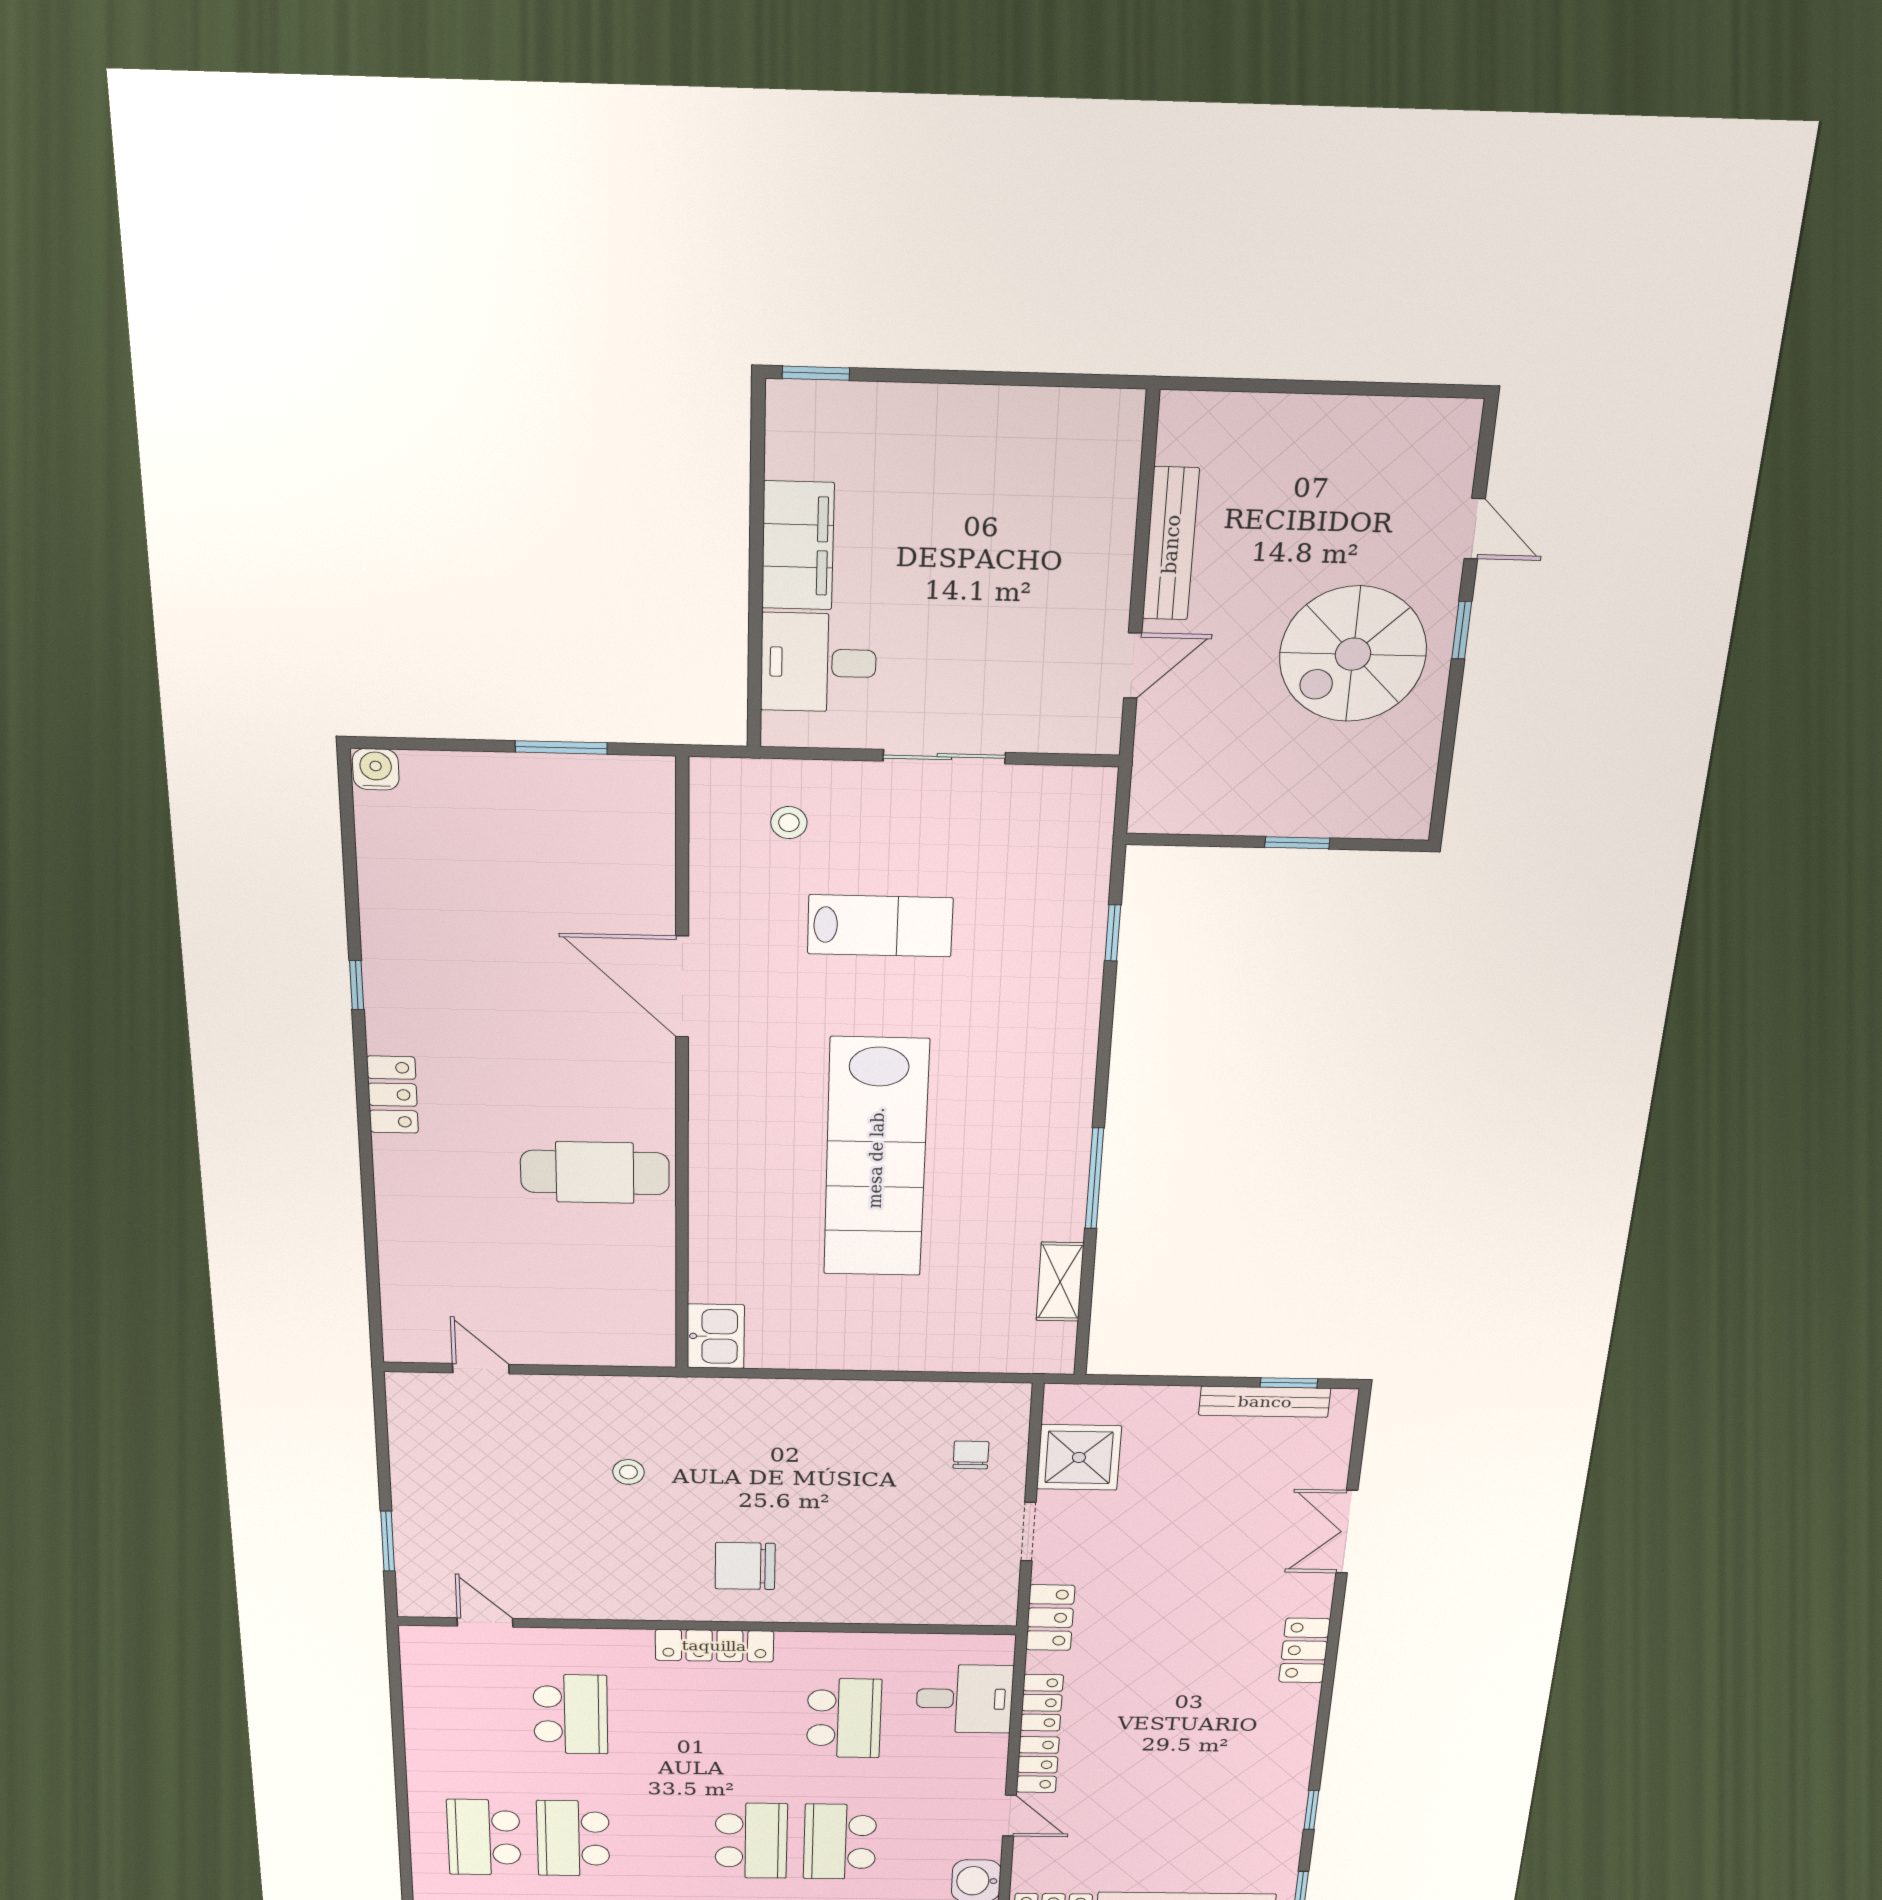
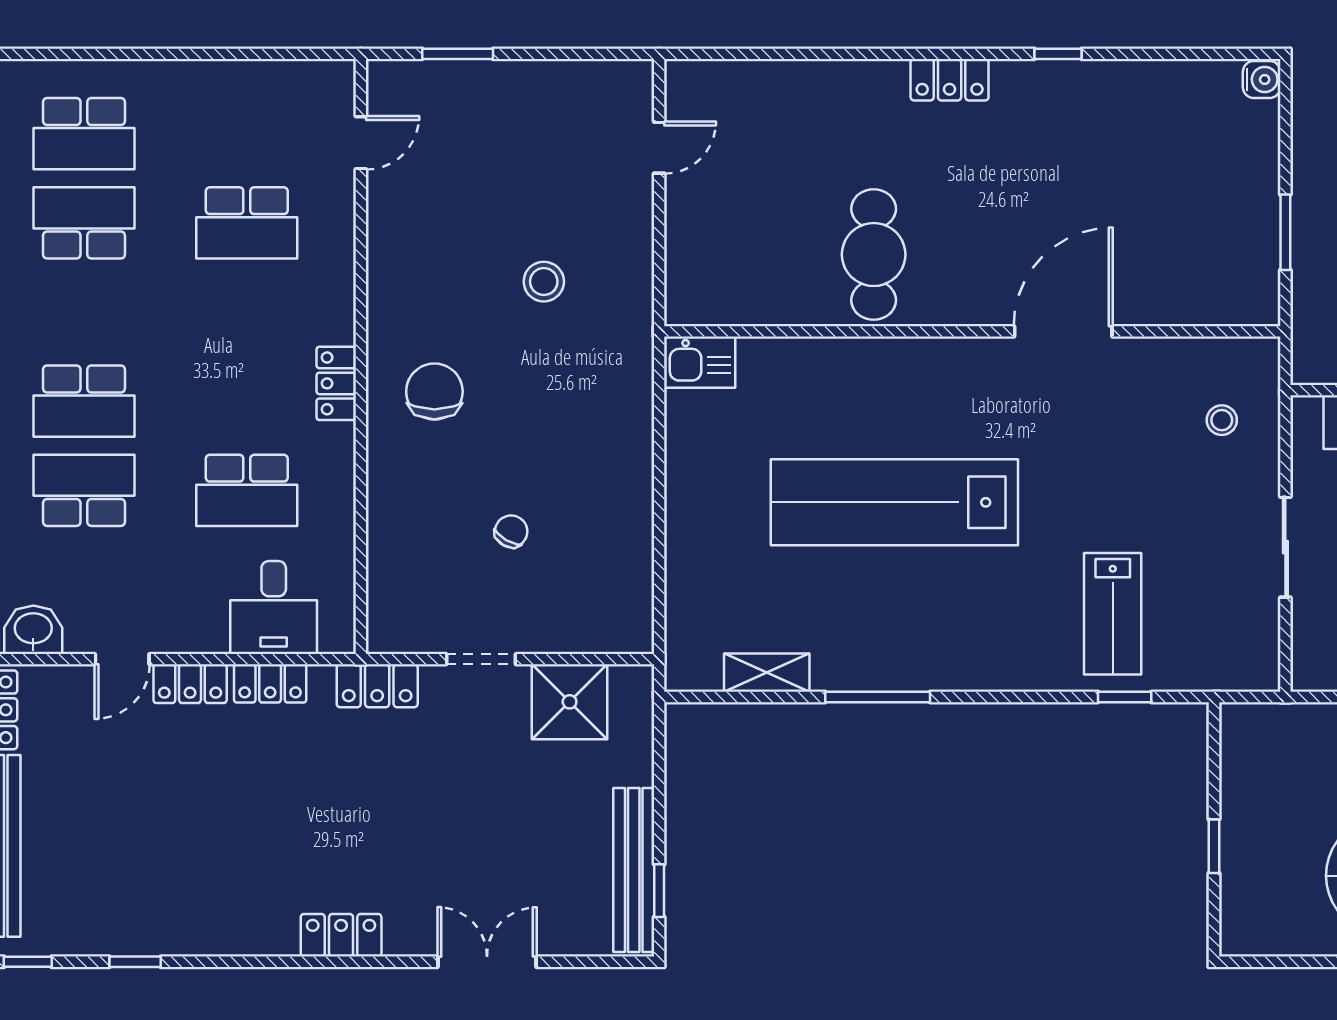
lab bench: (880, 926) -> (1113, 614), moved
bench: (1265, 1402) -> (634, 870), width x1.37, depth x1.21
chair: (971, 1455) -> (511, 531), moved, turned -60
stool: (628, 1472) -> (544, 282), width x1.37, depth x1.37
locker: (714, 1646) -> (336, 383), width x0.66
school desk: (484, 1837) -> (84, 134), turned 180

